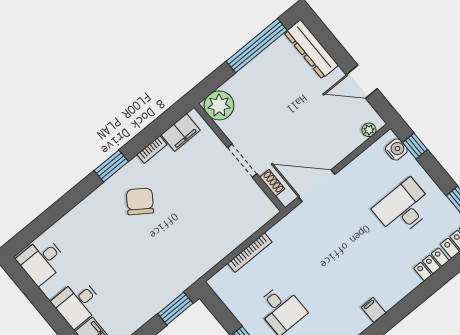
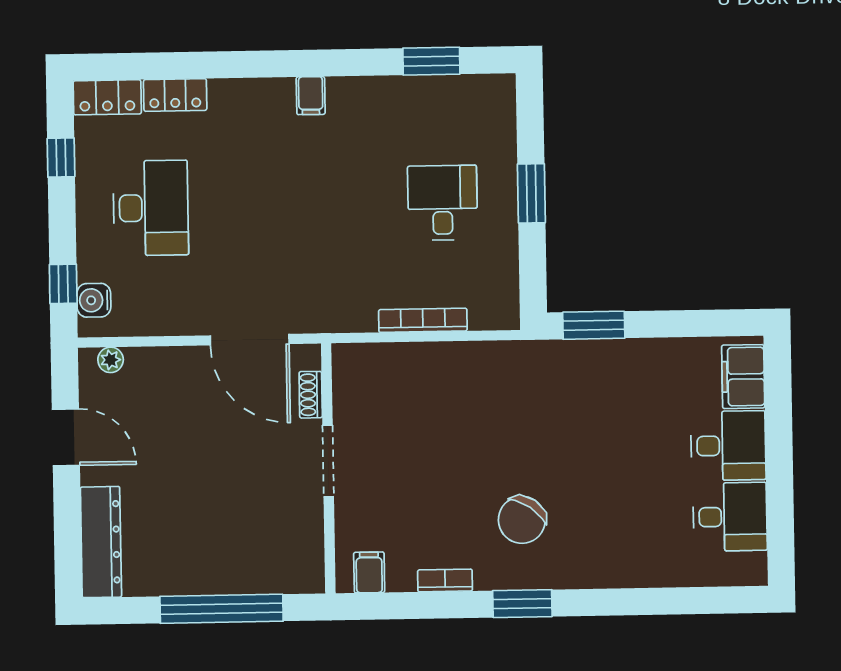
window: (257, 46) -> (222, 609), moved
plant: (219, 105) -> (298, 567), removed
filing cabinet: (181, 133) -> (369, 572), width x0.50
desk: (403, 208) -> (151, 208), turned -90
desk: (42, 260) -> (730, 517), moved

